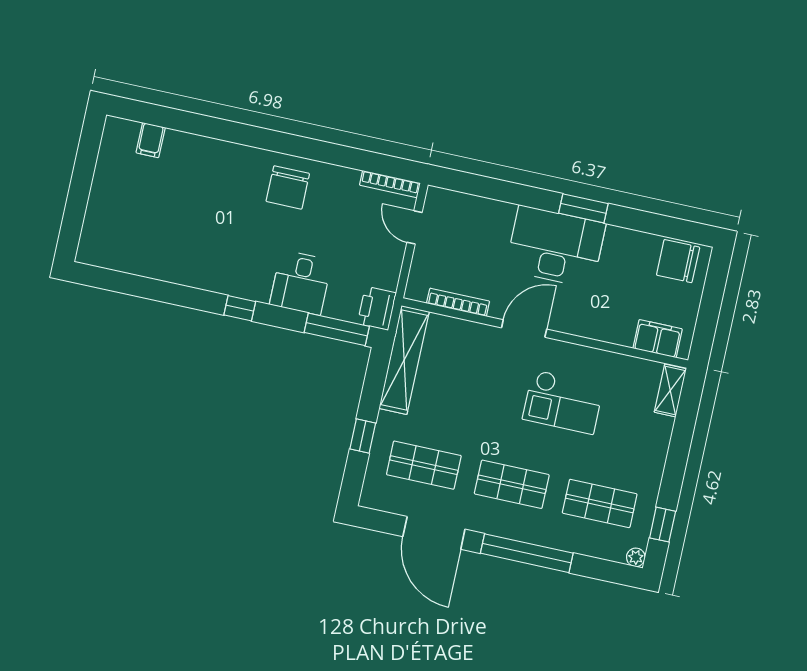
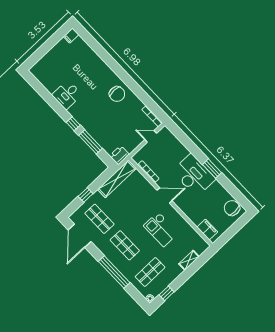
filing cabinet: (151, 140) -> (71, 36), moved
chair: (288, 187) -> (117, 94), turned -90
door: (415, 227) -> (151, 136), hinge flipped
desk: (301, 283) -> (67, 95), moved
window: (337, 329) -> (90, 142), moved
shelving: (670, 391) -> (189, 260), moved
shop shelf: (600, 503) -> (150, 272), turned 90
door: (434, 533) -> (80, 236), moved

